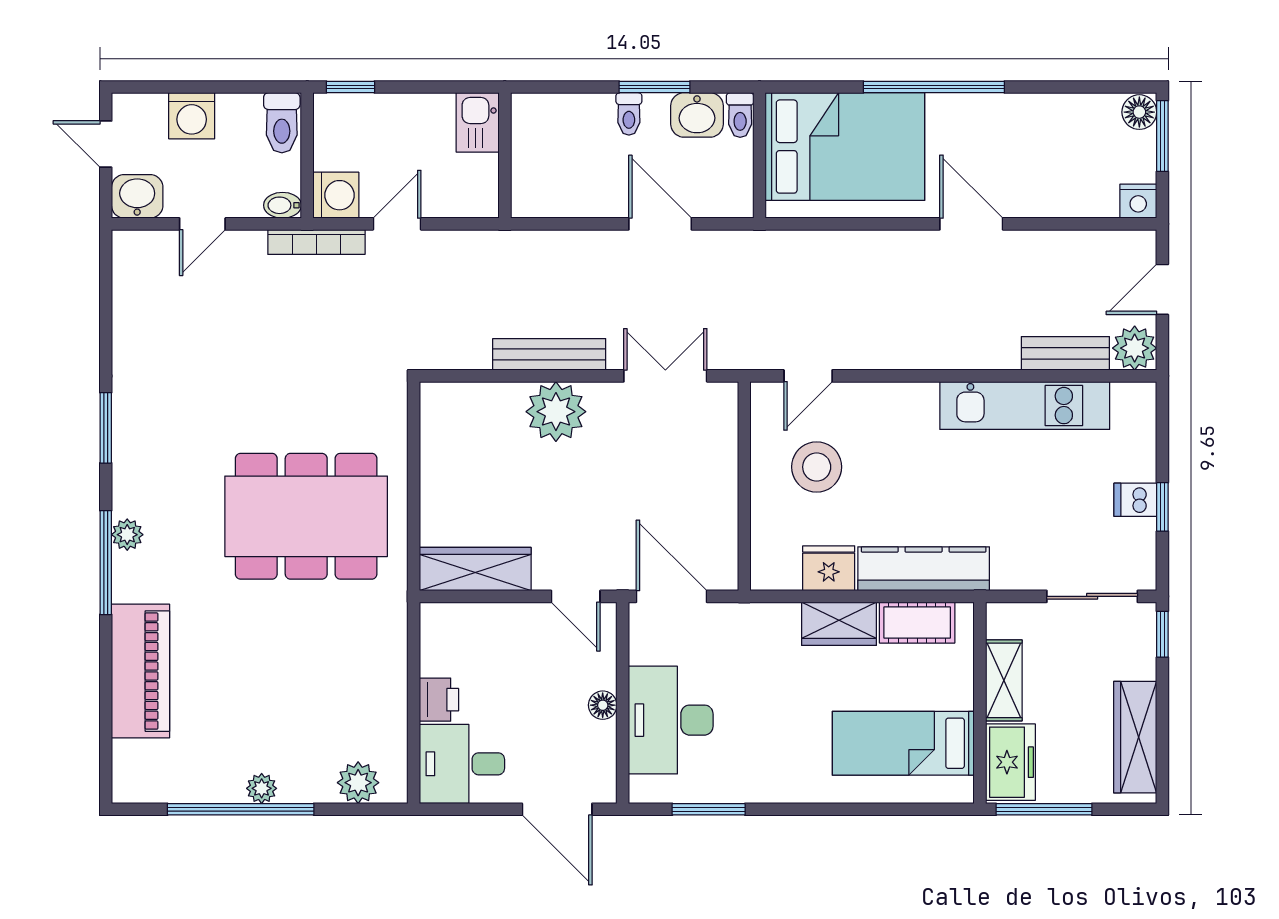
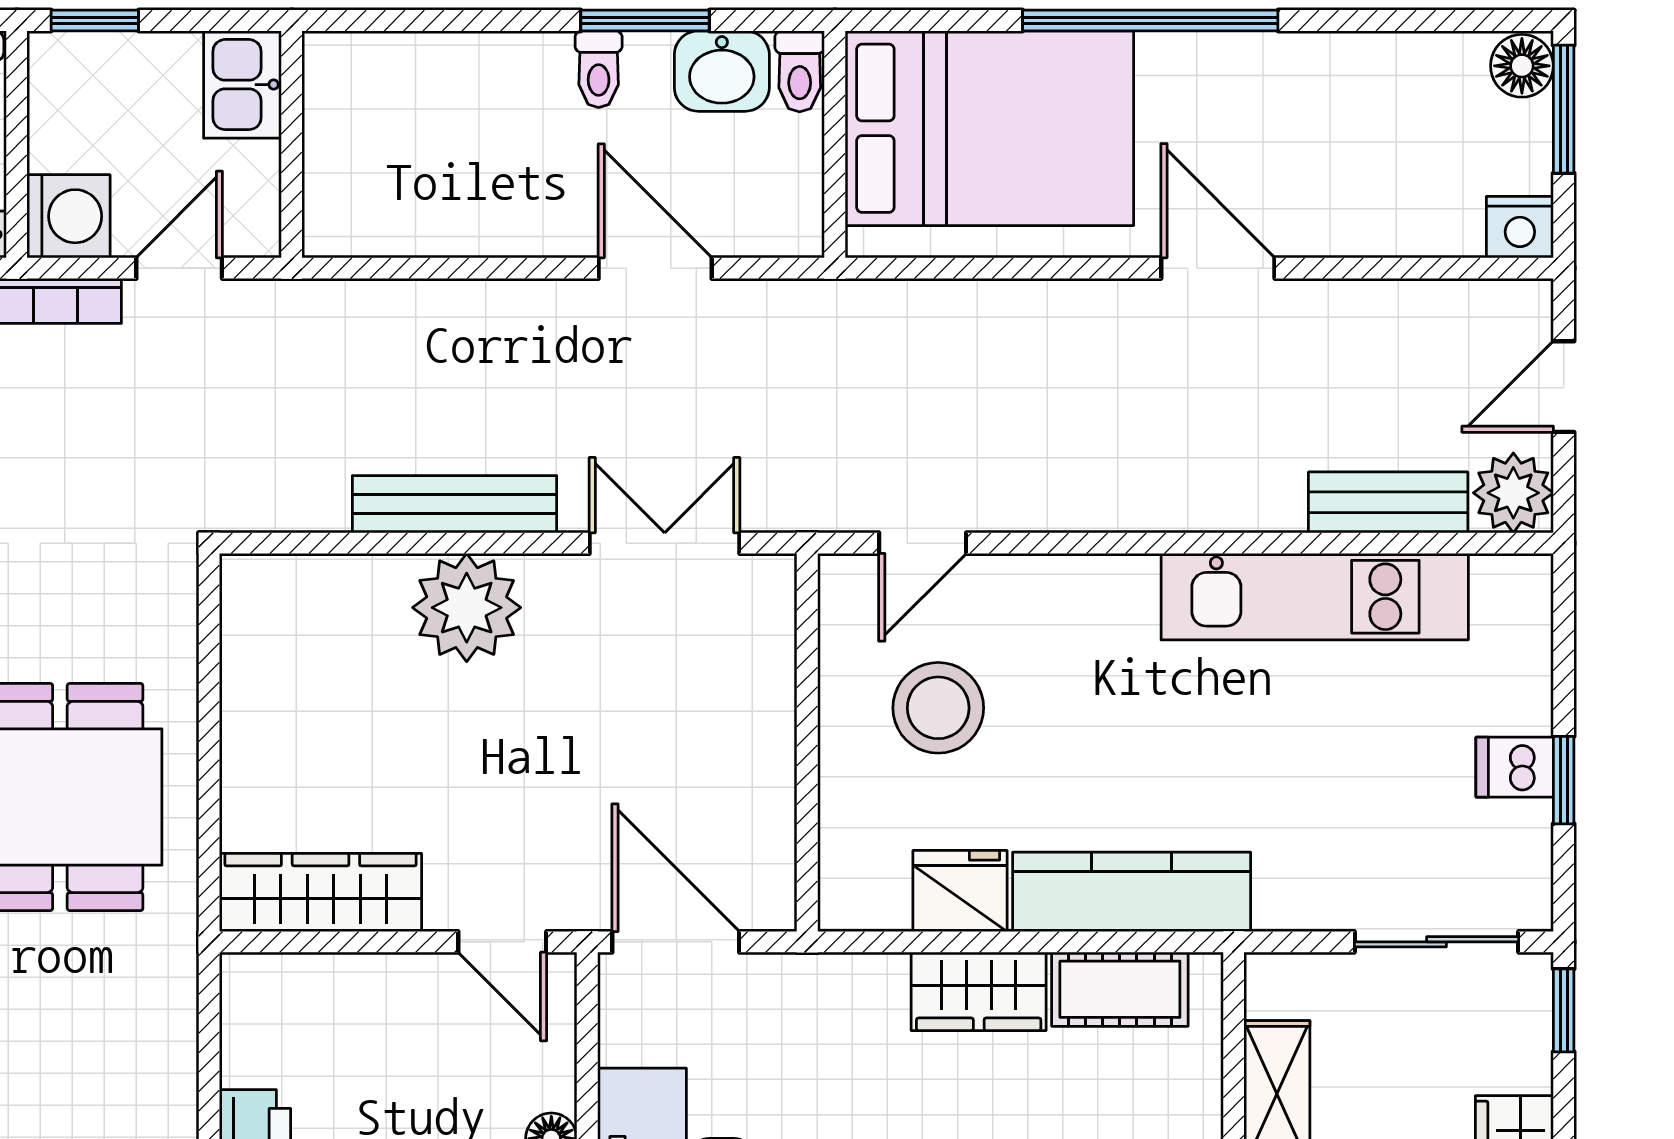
kitchen sink: (478, 122) -> (242, 85), moved
wall: (505, 155) -> (292, 144), moved

